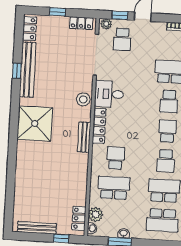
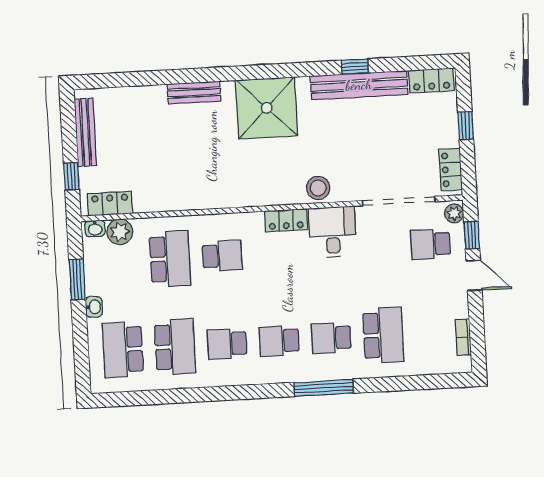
locker: (99, 126) -> (286, 220), width x0.66
school desk: (167, 131) -> (279, 341), turned 180
bench: (84, 137) -> (194, 93), moved
washbasin: (124, 233) -> (94, 307), moved

